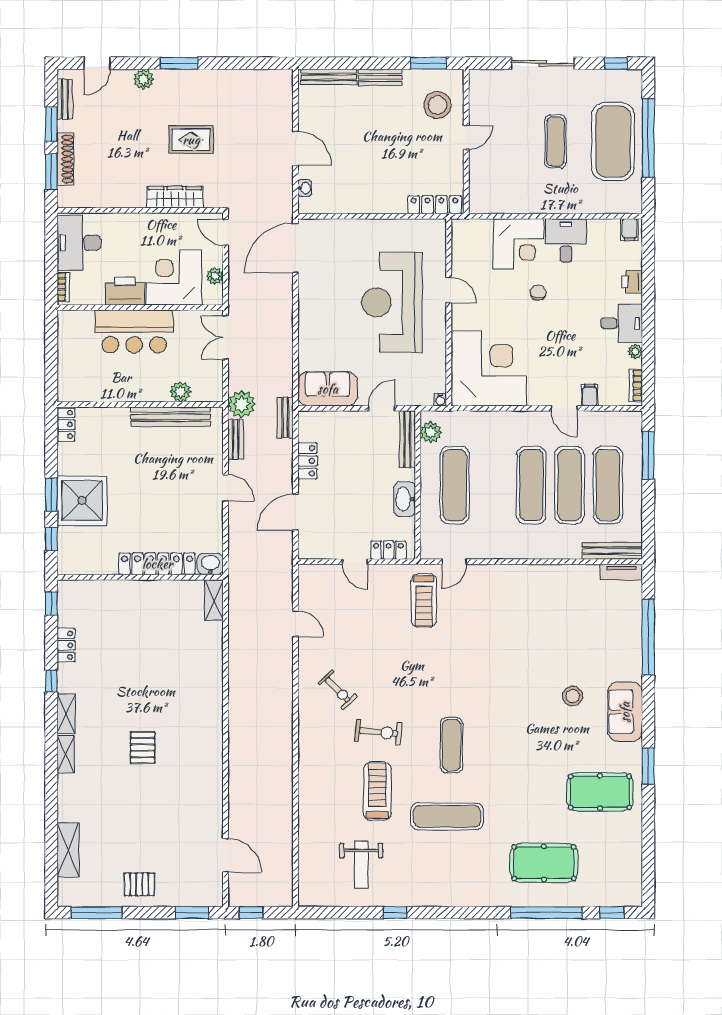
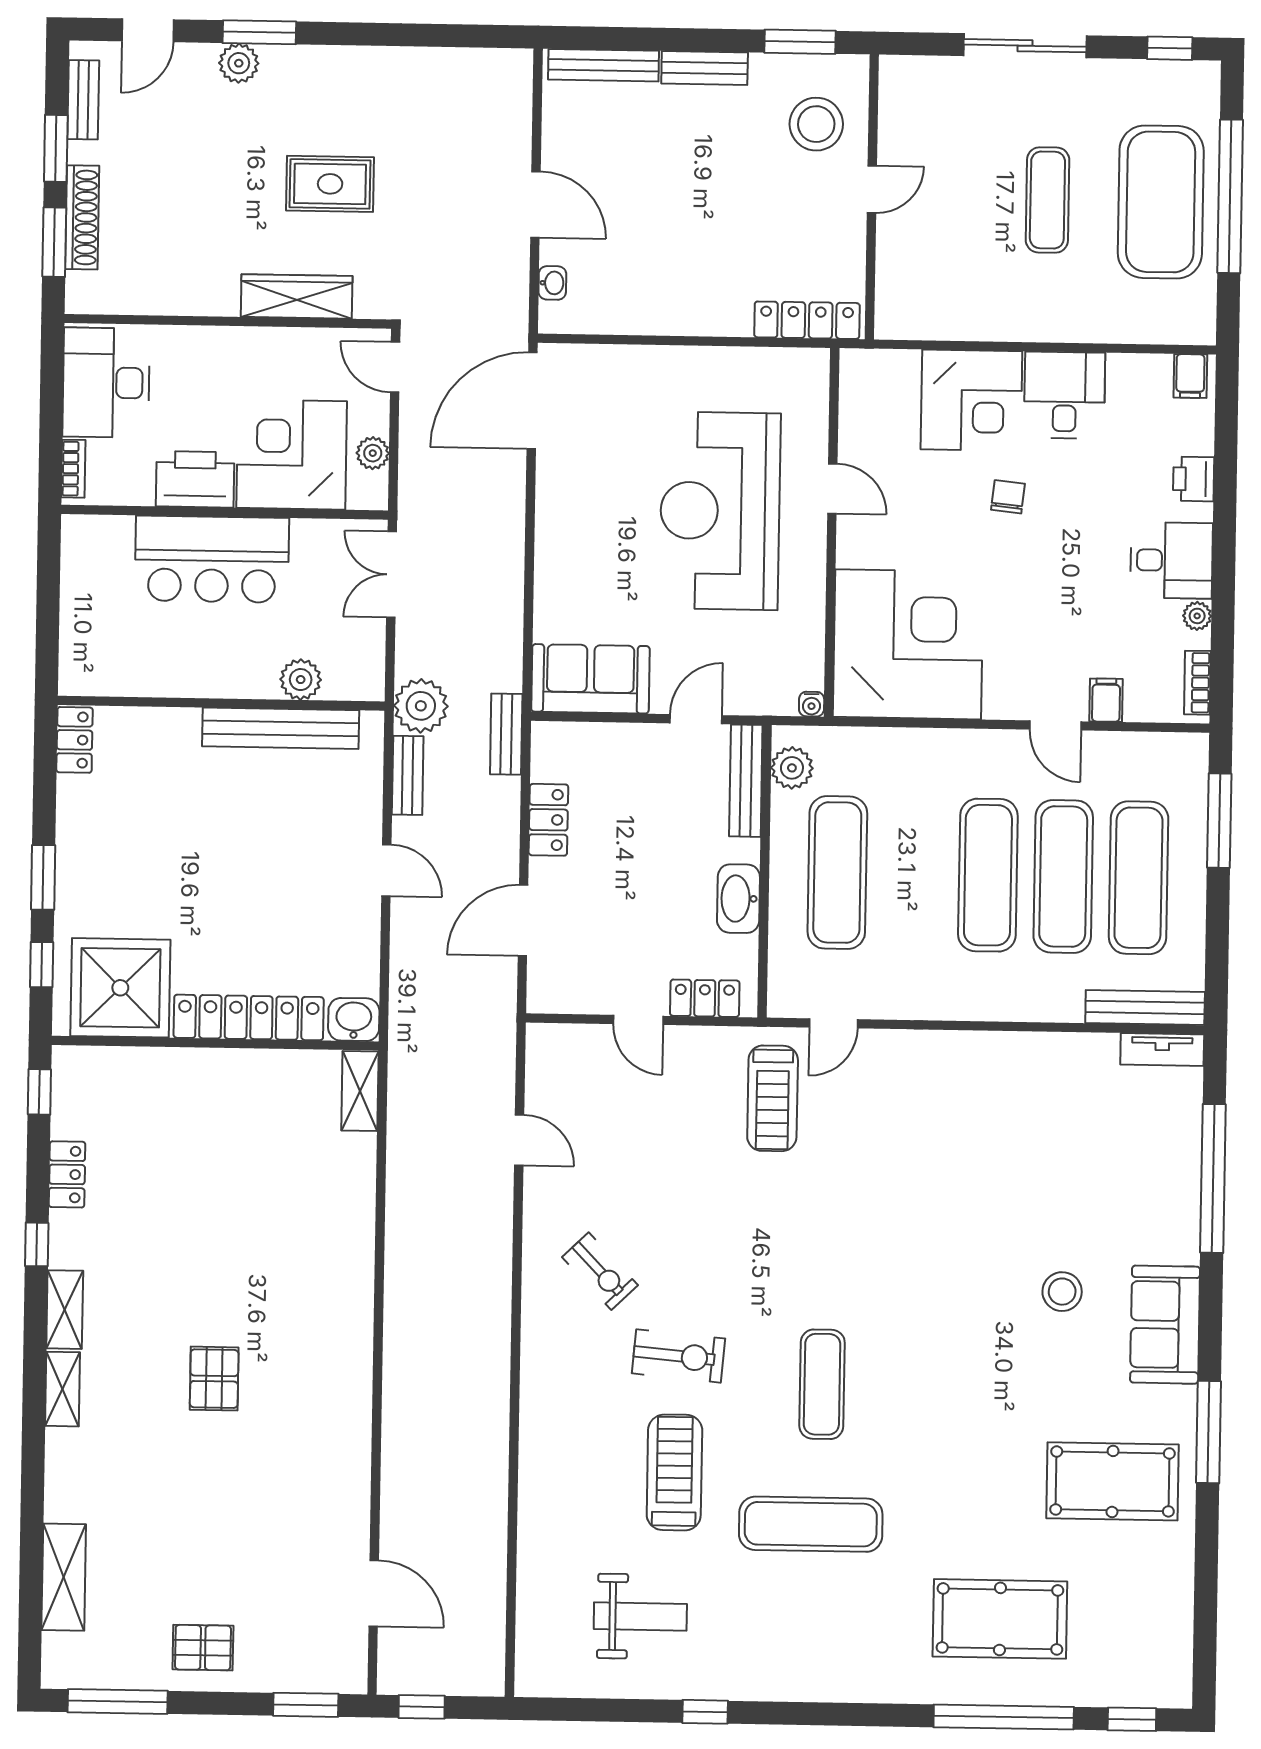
window: (179, 63) -> (259, 32), moved
shower: (82, 501) -> (120, 988), moved
window: (648, 766) -> (1209, 1432), width x1.44
weight bench: (361, 865) -> (640, 1616), turned -90

